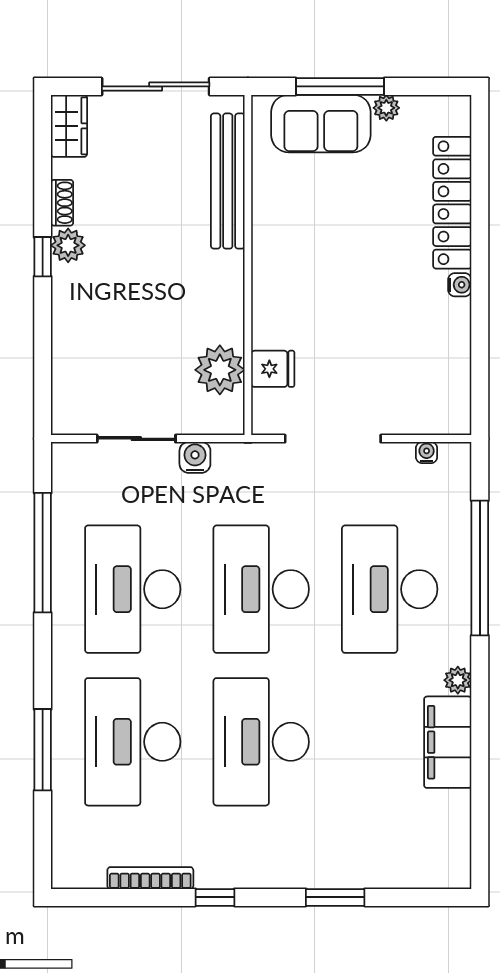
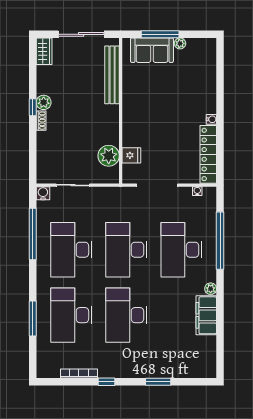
shoe rack: (62, 203) -> (41, 121), moved
locker: (452, 203) -> (208, 154), moved
water cooler: (195, 457) -> (43, 193), moved

